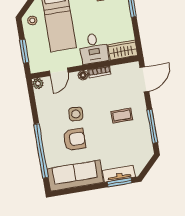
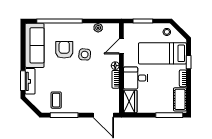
door: (59, 72) -> (121, 46), hinge flipped
plant: (38, 84) -> (98, 28), moved
coffee table: (122, 116) -> (56, 100), moved
armchair: (74, 139) -> (64, 50), turned 180

